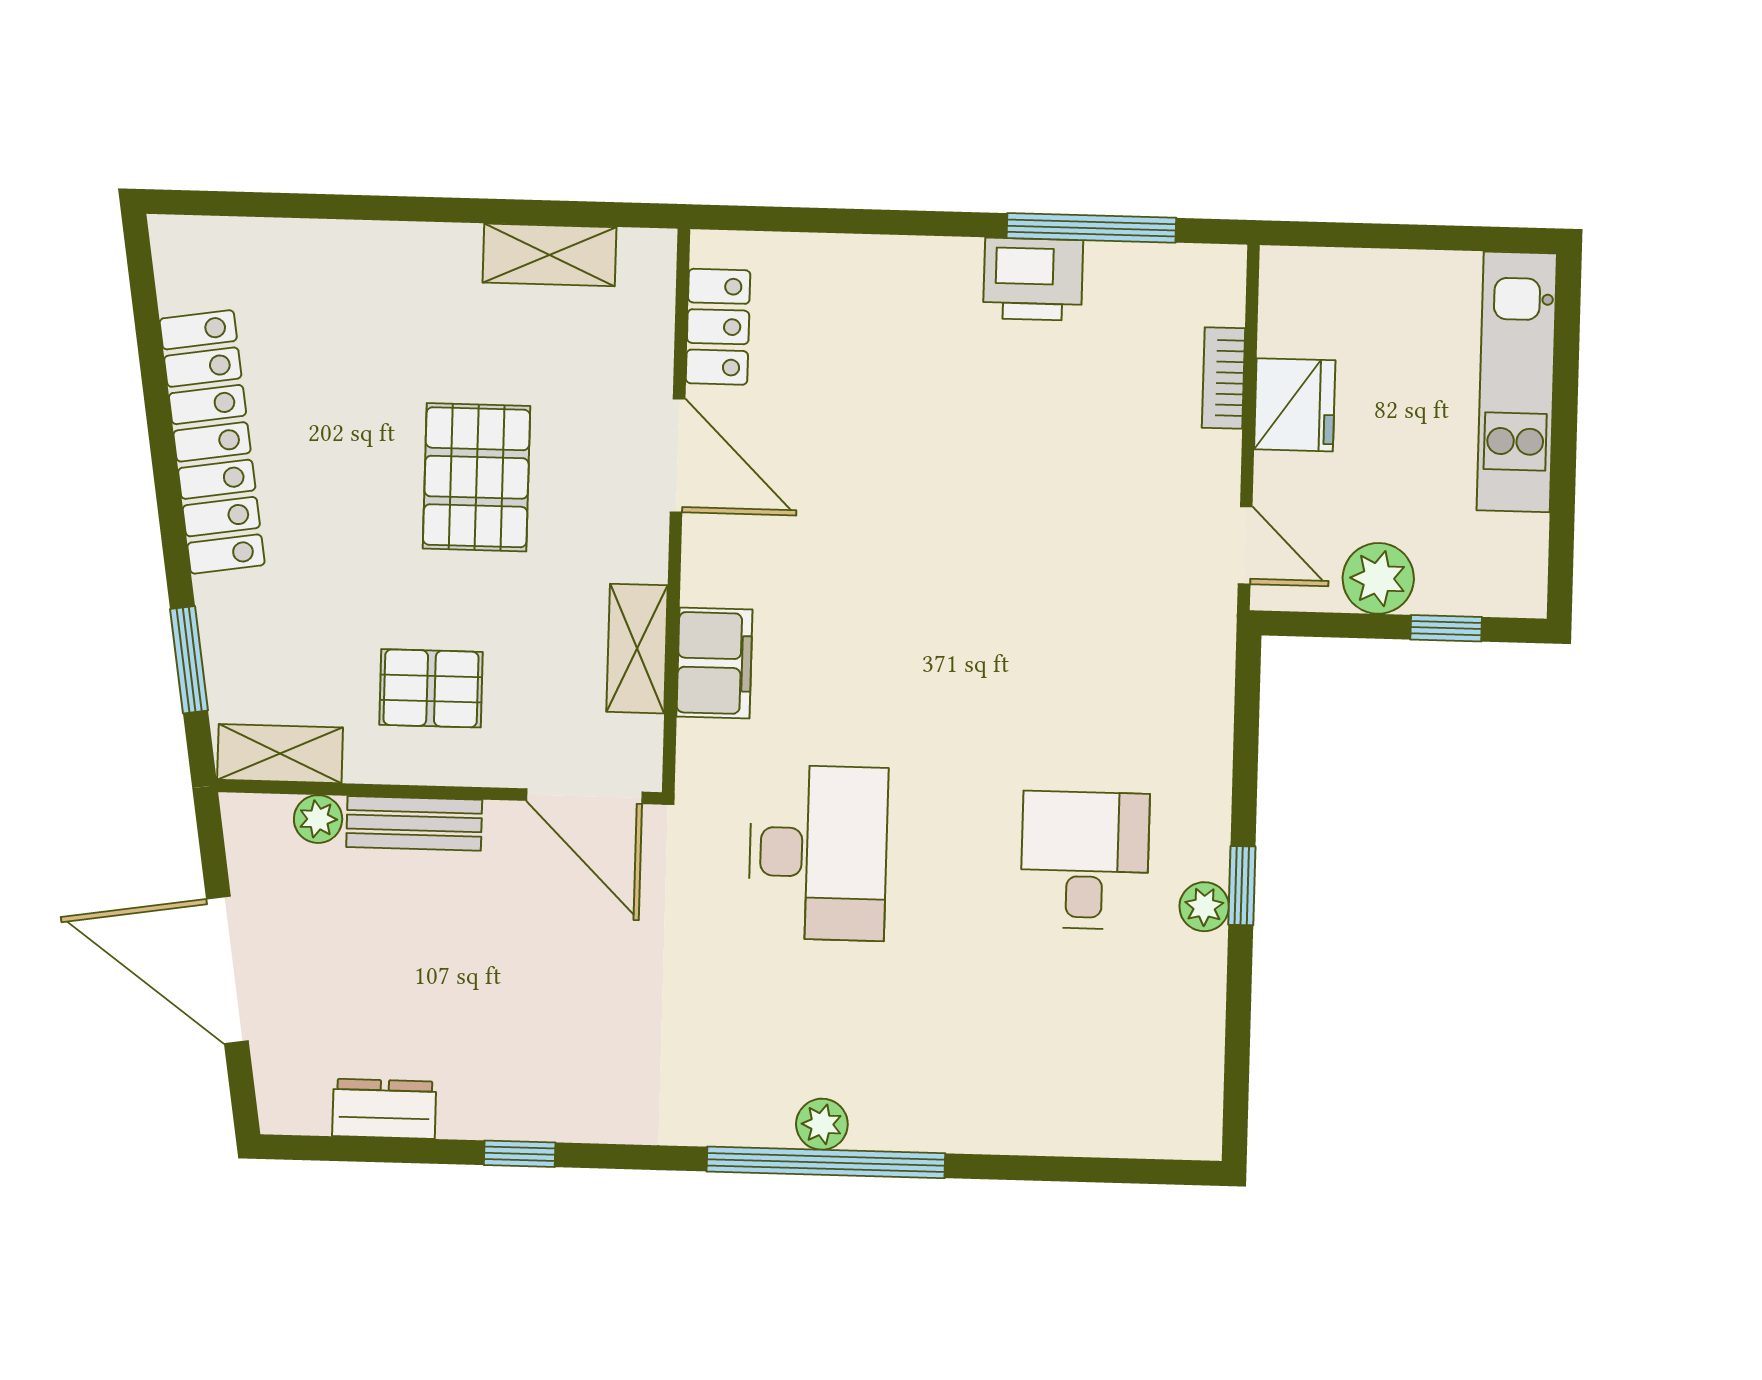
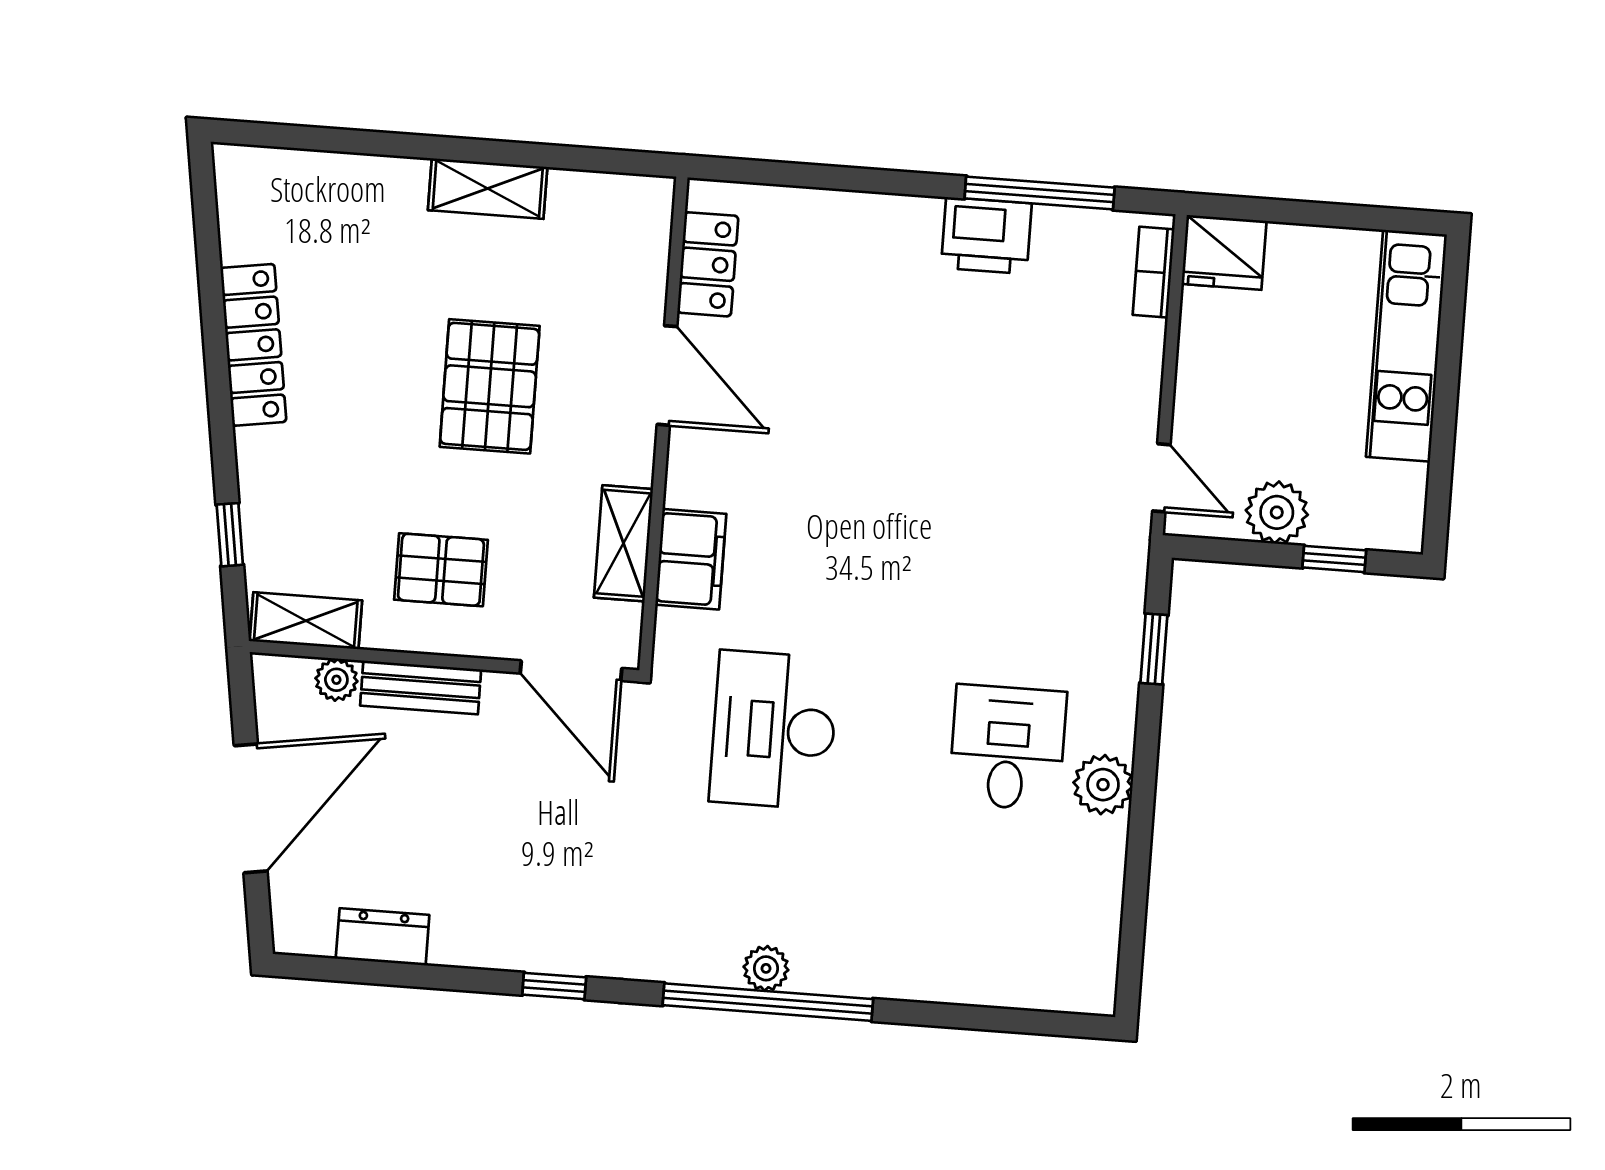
shelving: (550, 255) -> (488, 189), moved
bookcase: (1223, 378) -> (1154, 272), moved
fridge: (1295, 405) -> (1224, 252), moved, turned 90
locker: (212, 442) -> (253, 345), width x0.71, depth x0.83
window: (189, 660) -> (230, 535), width x0.67
desk: (818, 853) -> (774, 730), turned 180
window: (1242, 886) -> (1154, 649), moved
plant: (1204, 907) -> (1103, 785), width x1.38, depth x1.38
door: (227, 970) -> (251, 808), swing flipped
window: (520, 1154) -> (554, 986), moved

